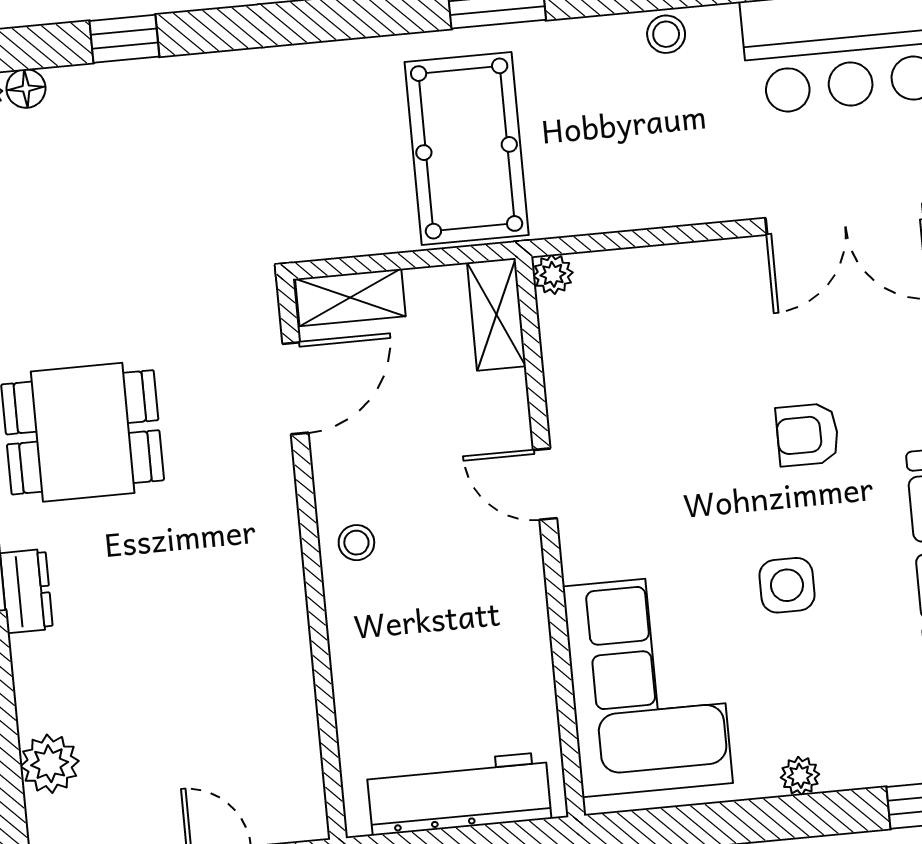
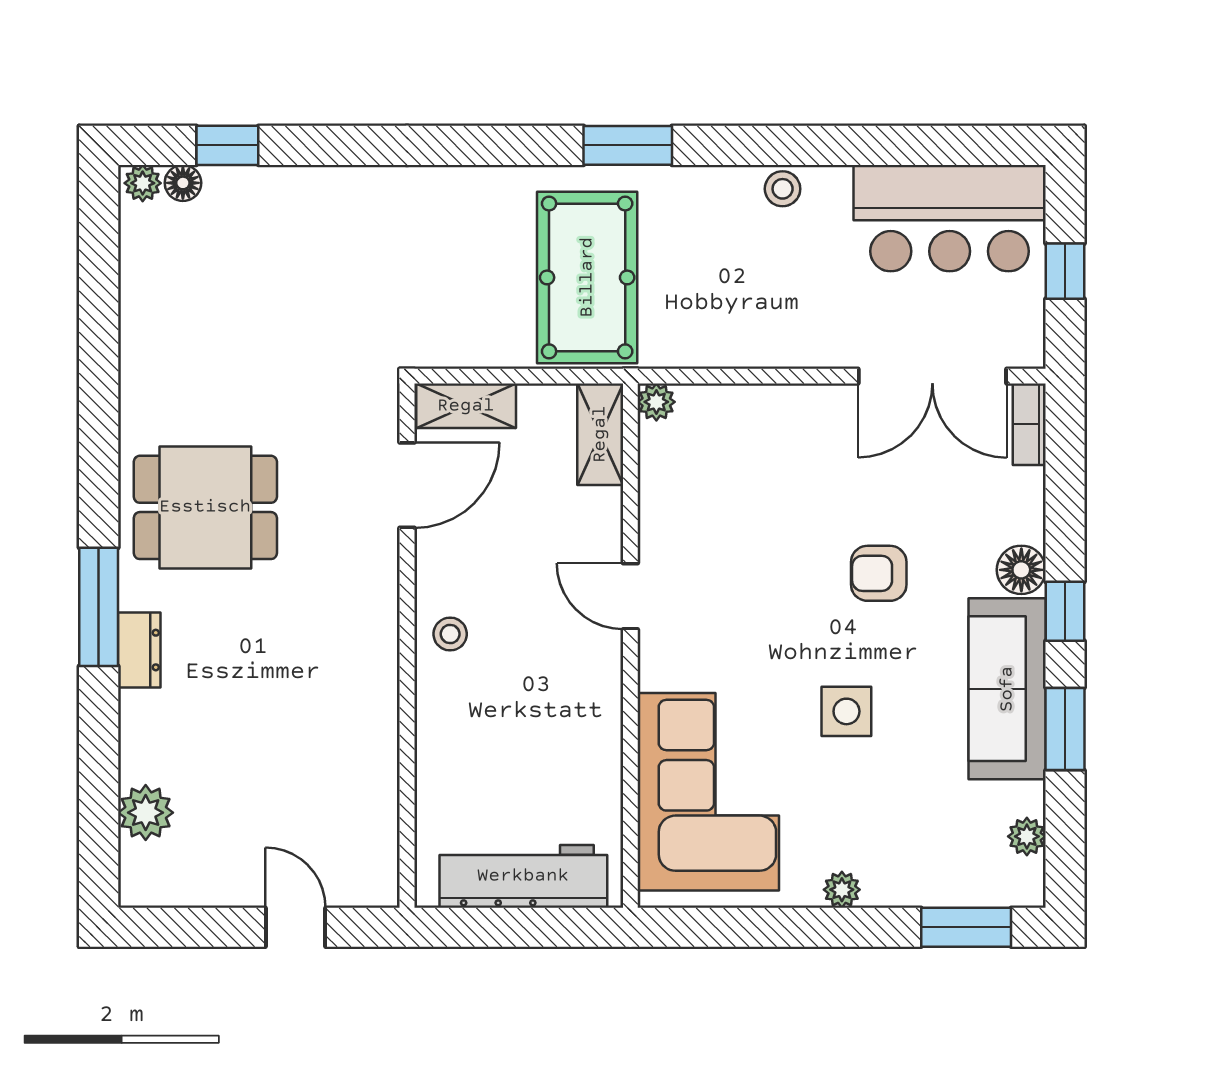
window: (124, 39) -> (227, 145), moved

